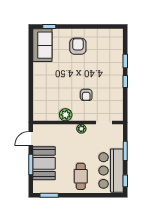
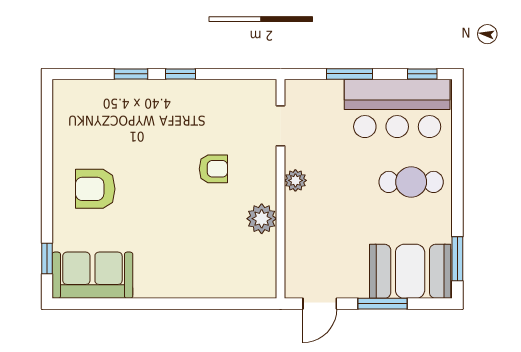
door: (31, 139) -> (320, 304), hinge flipped
booth: (44, 163) -> (410, 271), moved

